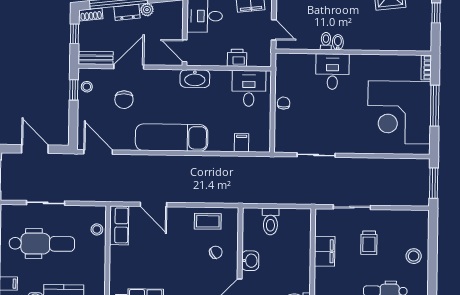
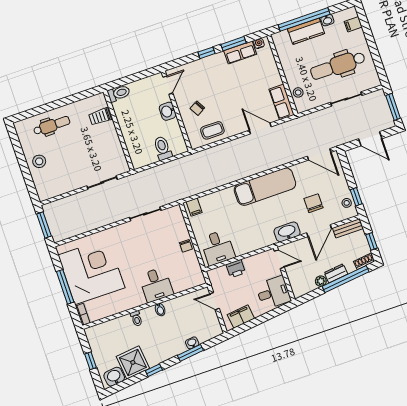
toilet: (326, 41) -> (136, 319), moved
washbasin: (195, 79) -> (287, 232), moved
filing cabinet: (242, 143) -> (194, 207), moved
trolley: (369, 243) -> (100, 117), moved, turned -90
filing cabinet: (325, 251) -> (111, 140), removed

